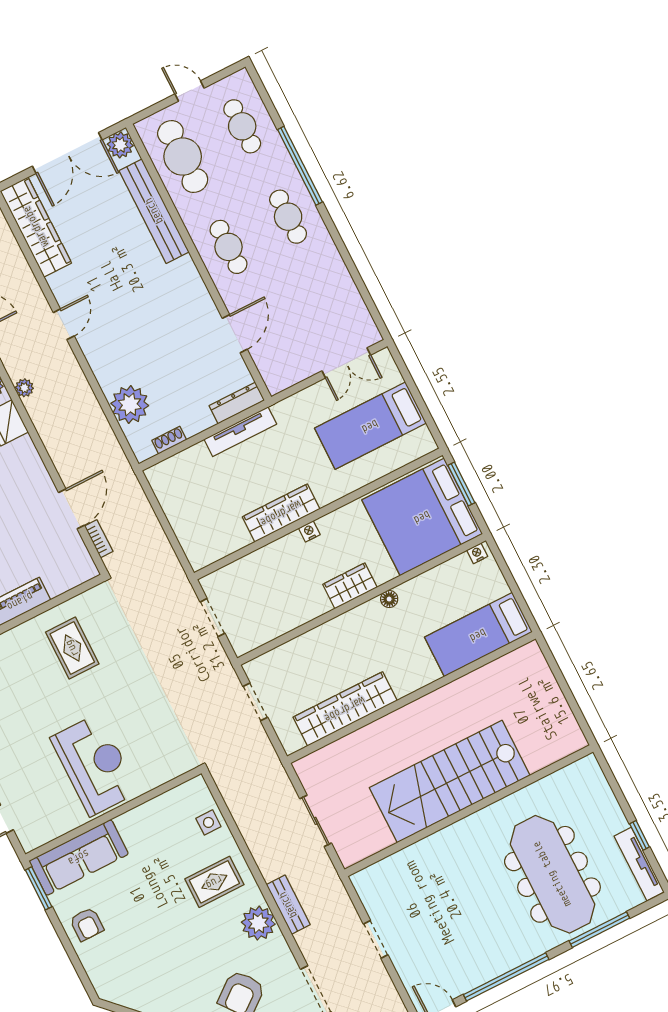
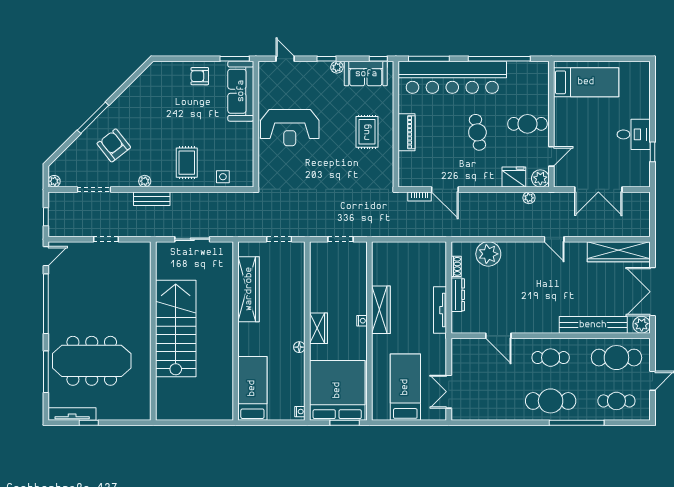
cafe table: (288, 217) -> (551, 401), width x1.37, depth x1.35
dresser: (237, 403) -> (458, 295), moved
rug: (72, 648) -> (367, 132), moved, turned 90
plant: (258, 923) -> (145, 181), width x0.53, depth x0.53

